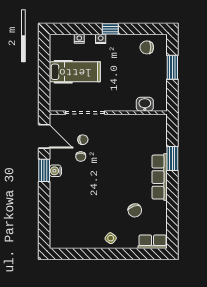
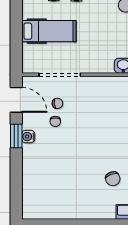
side table: (111, 238) -> (87, 208), removed

